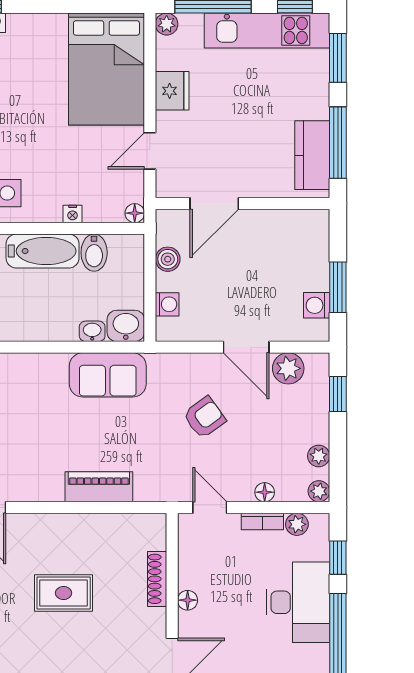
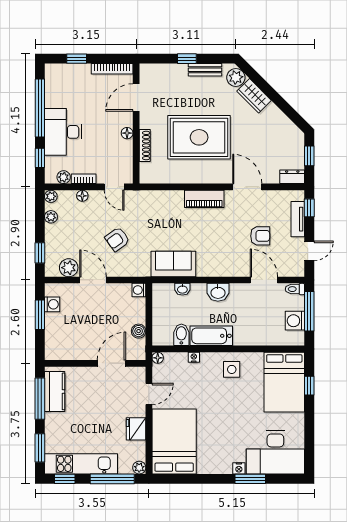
washing machine: (167, 304) -> (139, 290), moved
washbasin: (126, 326) -> (218, 292), moved
piano: (99, 487) -> (204, 199), moved
rug: (64, 593) -> (199, 137), width x1.86, depth x2.06

